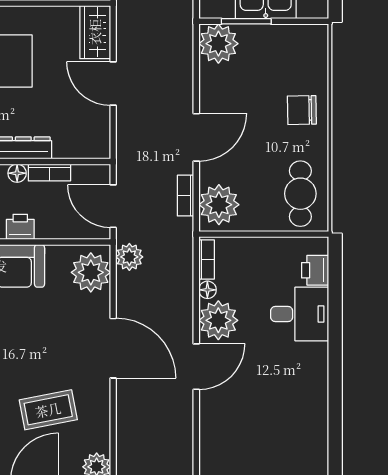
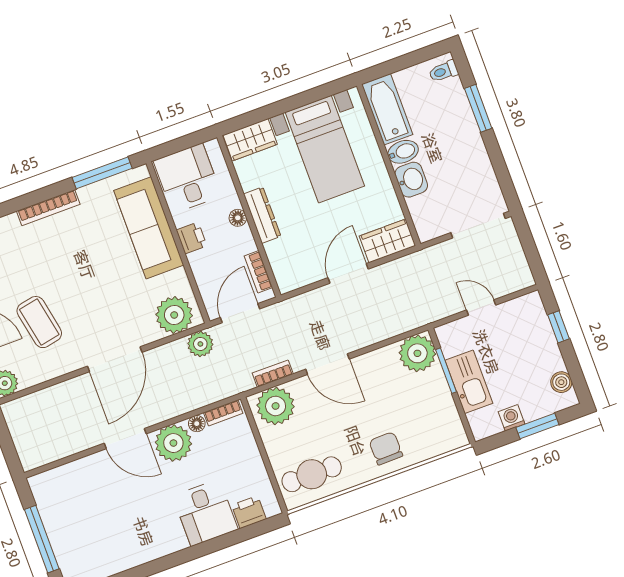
bookcase: (49, 173) -> (258, 272), moved

